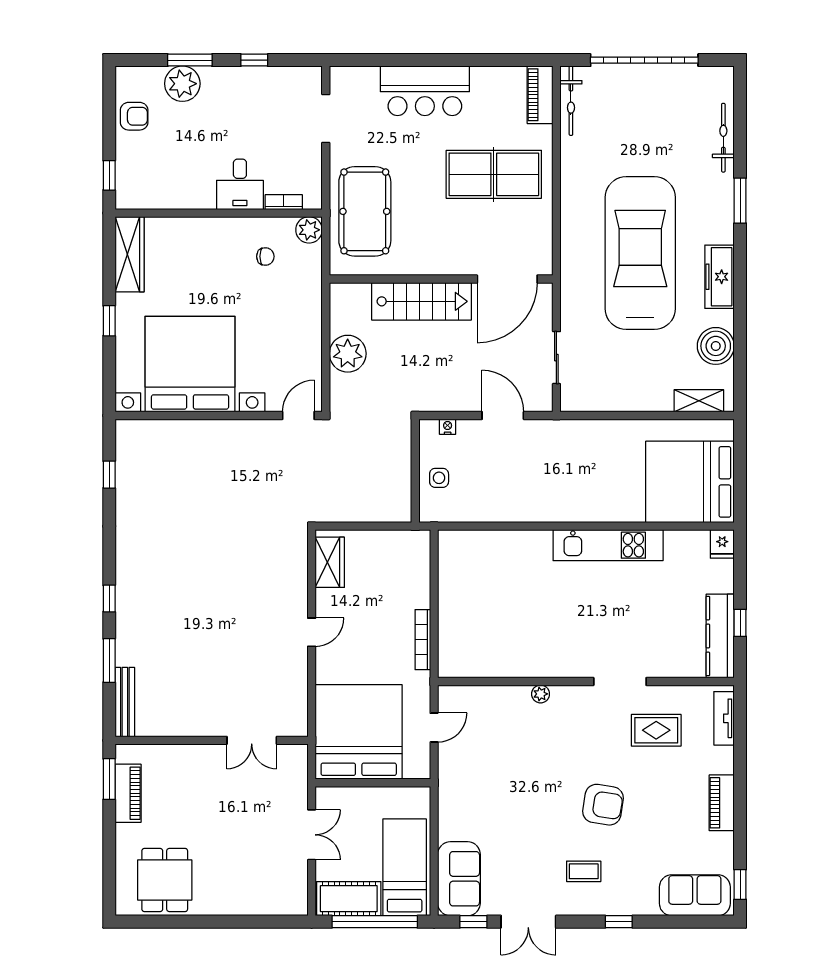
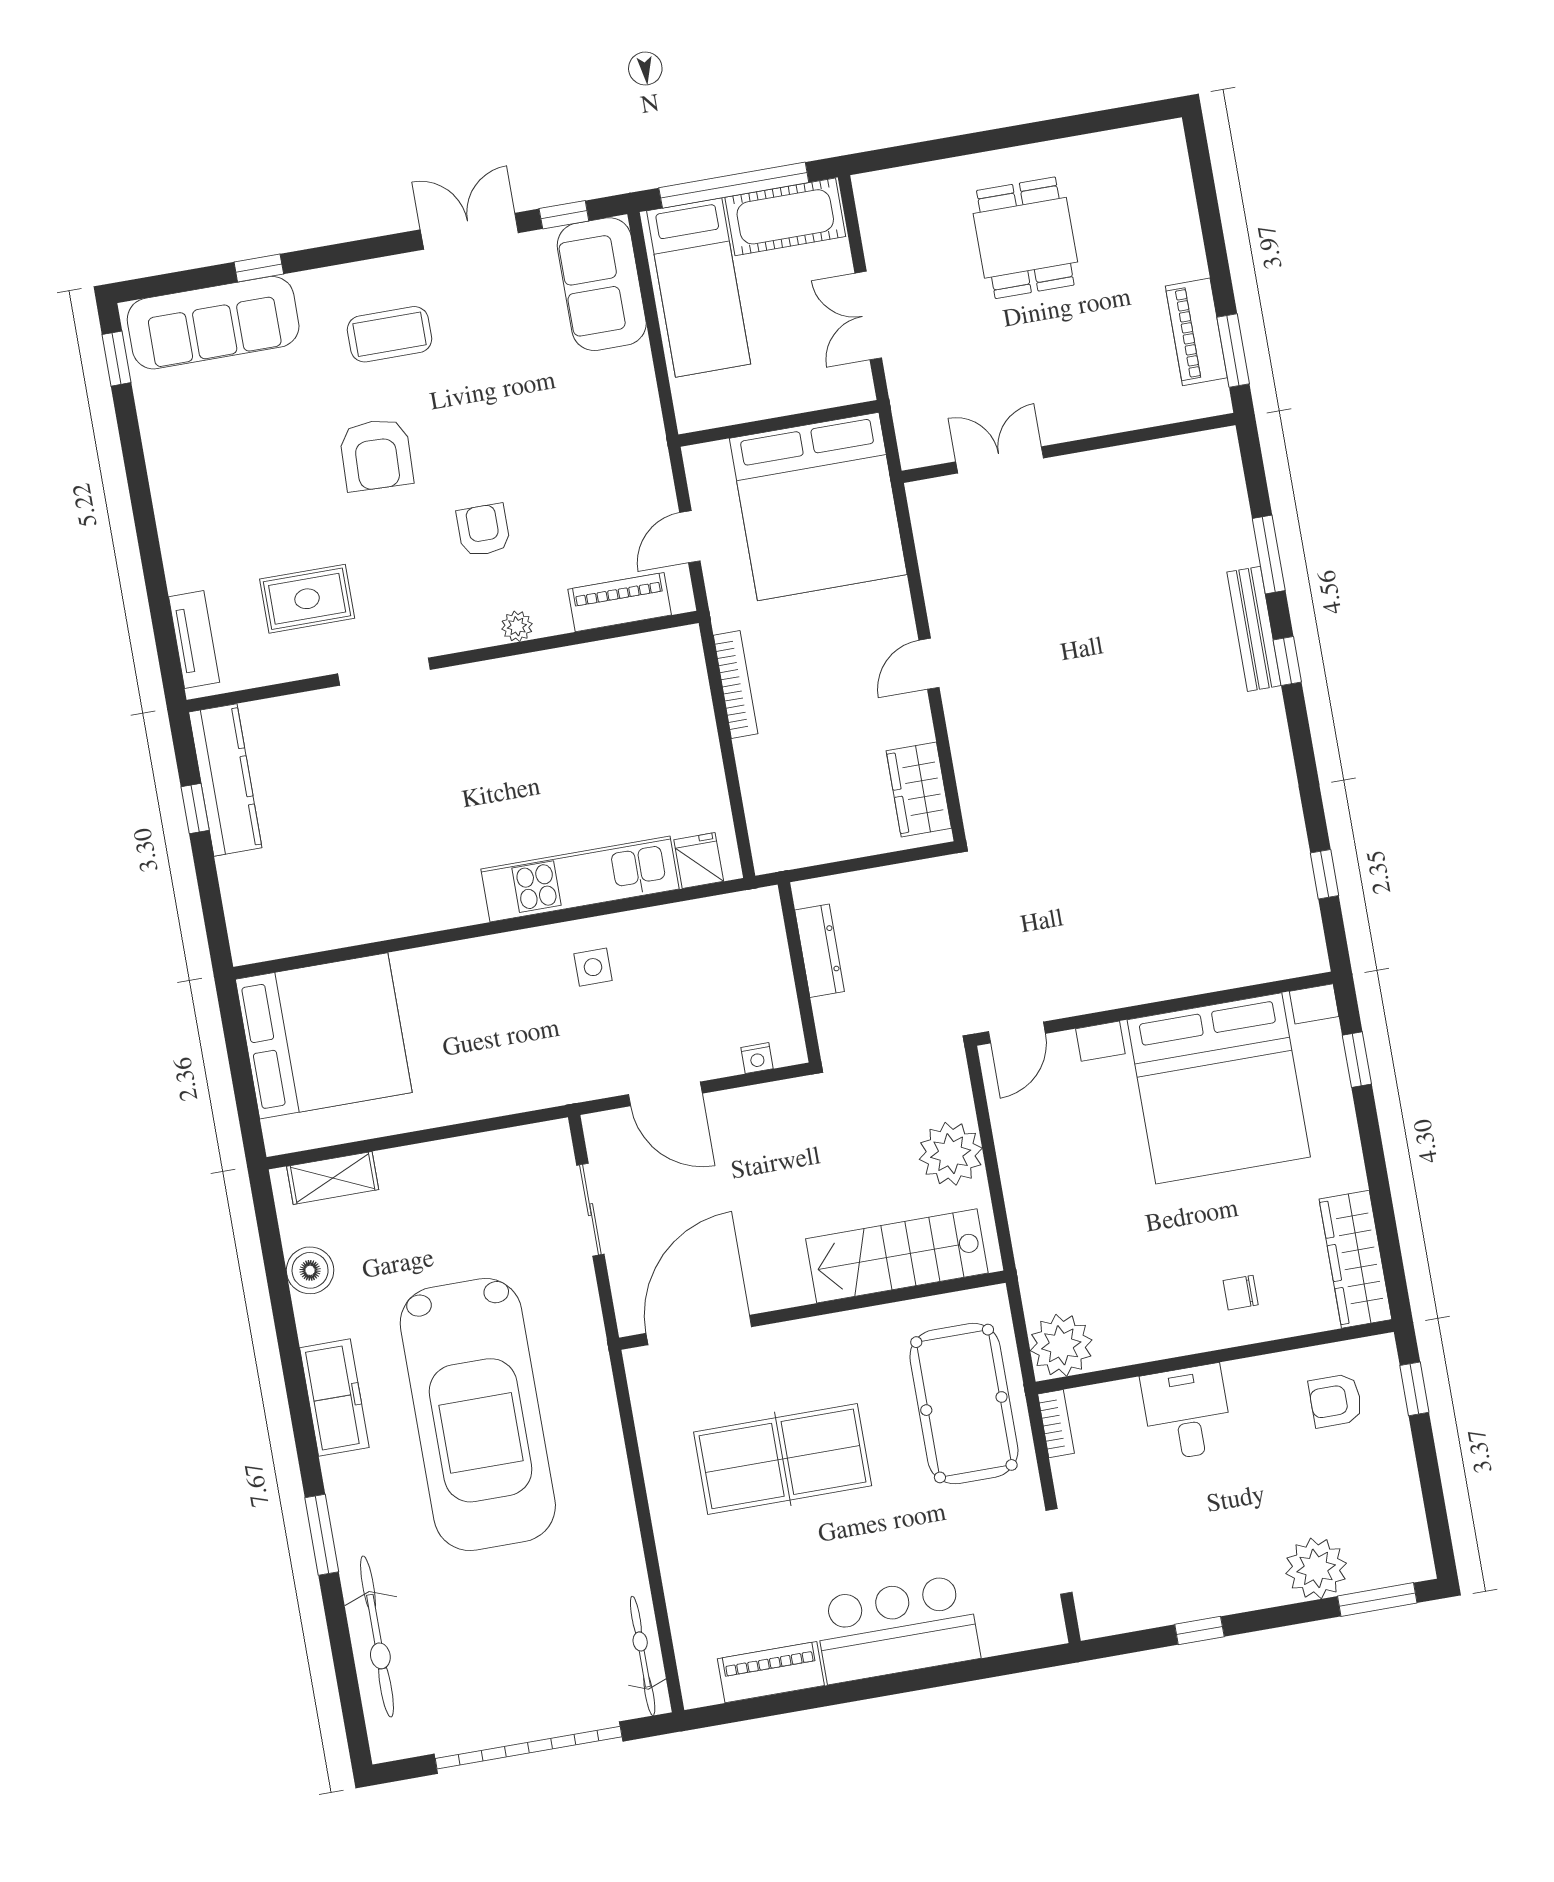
window: (190, 60) -> (1377, 1600), moved
piano: (540, 95) -> (771, 1672), moved, turned -90
armchair: (134, 116) -> (1336, 1401), moved
bicycle: (723, 138) -> (377, 1637), width x1.37, depth x1.40
table tennis table: (494, 174) -> (783, 1459), moved
bookcase: (284, 202) -> (1056, 1424), moved, turned -90
plant: (309, 230) -> (1061, 1345), width x1.36, depth x1.36
chair: (265, 256) -> (1241, 1293), moved
stairs: (421, 301) -> (897, 1256), moved
window: (109, 321) -> (1357, 1060), moved
boiler: (716, 346) -> (310, 1270), width x0.73, depth x0.73
side table: (439, 478) -> (593, 967), moved
dresser: (402, 481) -> (819, 951), added
fridge: (722, 544) -> (699, 861), moved
kitchen unit: (608, 545) -> (580, 879), moved
bench: (125, 702) -> (1254, 629), moved
armchair: (550, 752) -> (483, 530), added
piano: (722, 803) -> (620, 602), moved, turned -90
armchair: (603, 805) -> (376, 455), turned -97
coffee table: (584, 871) -> (389, 334), width x1.36, depth x1.30
dining table: (165, 880) -> (1025, 238), moved
sofa: (695, 895) -> (213, 323), width x1.36
window: (619, 922) -> (259, 268), moved

